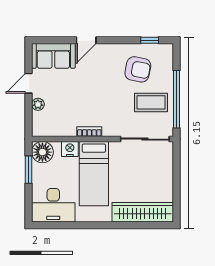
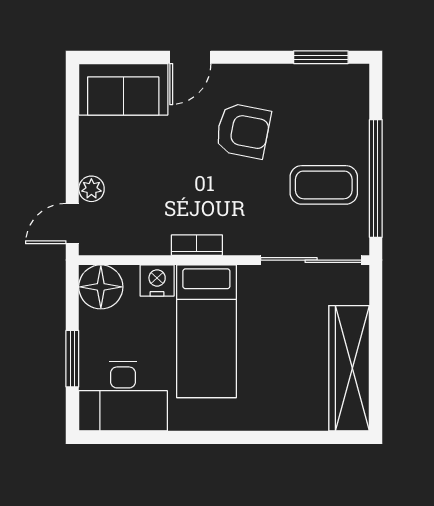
window: (150, 40) -> (321, 57), width x1.50
armchair: (138, 69) -> (243, 131), moved
door: (29, 83) -> (72, 224), moved
window: (29, 170) -> (72, 359), moved
wardrobe: (143, 212) -> (349, 368), moved, turned -90

